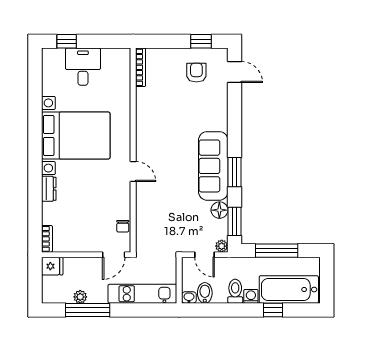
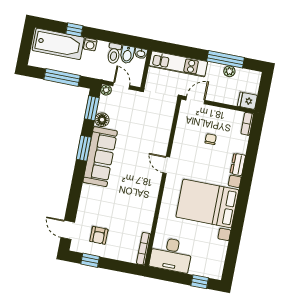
desk: (83, 67) -> (171, 255), moved, width x1.37
chair: (123, 226) -> (211, 139), moved
toilet: (235, 291) -> (114, 53), moved

